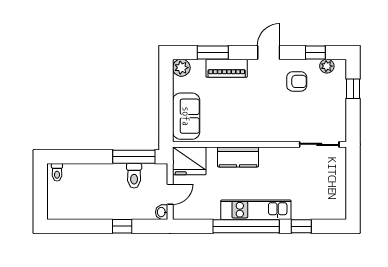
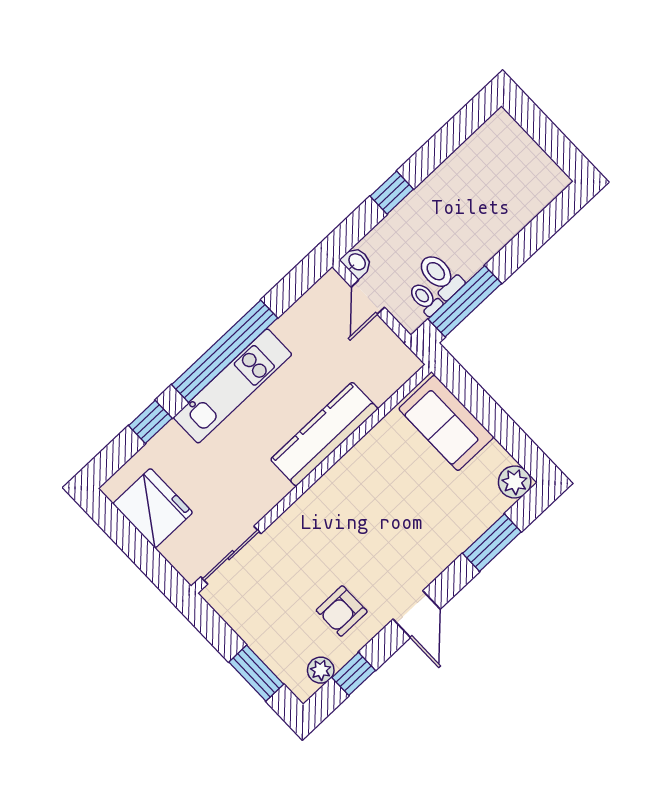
piano: (227, 68) -> (453, 539), removed
window: (353, 89) -> (256, 673), width x1.50
kitchen counter: (238, 157) -> (324, 434), width x1.50
fridge: (189, 161) -> (153, 508), moved, turned 90
toilet: (57, 172) -> (425, 299), moved

